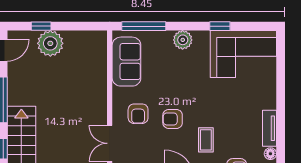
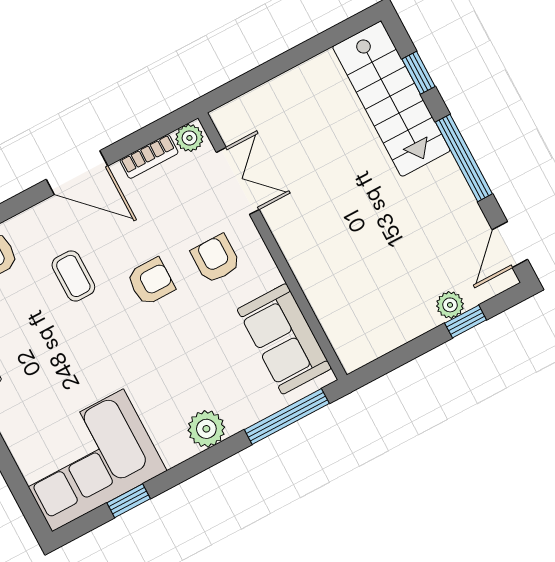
window: (220, 26) -> (129, 501), moved
plant: (50, 43) -> (450, 305), width x0.53, depth x0.53

